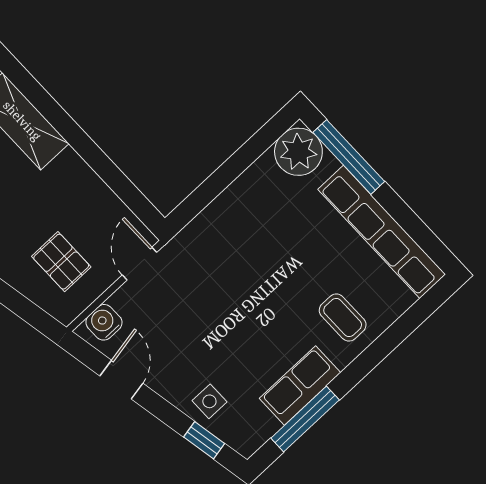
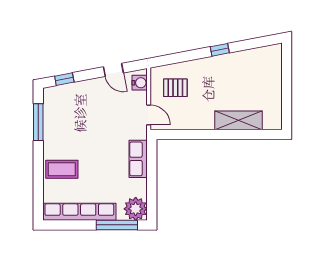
coffee table: (343, 318) -> (62, 169), width x1.36, depth x1.30
row of seats: (300, 386) -> (138, 159), moved, turned 180
side table: (209, 401) -> (76, 94), removed

